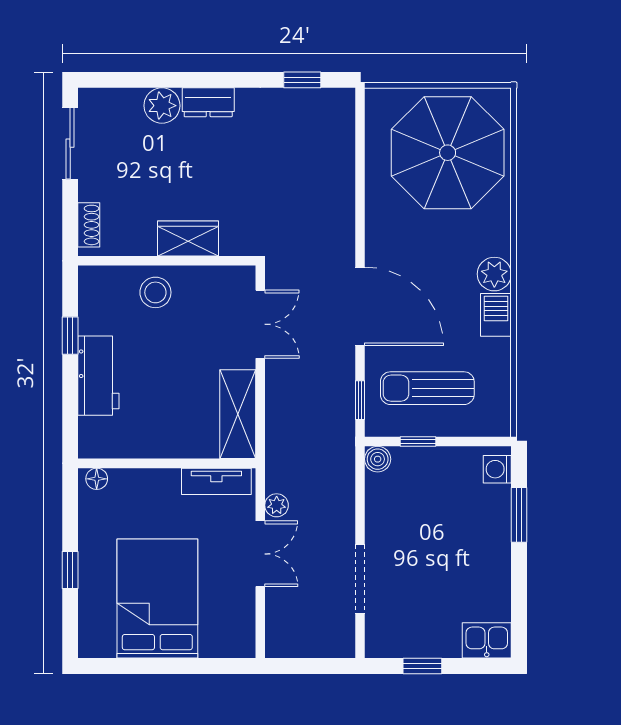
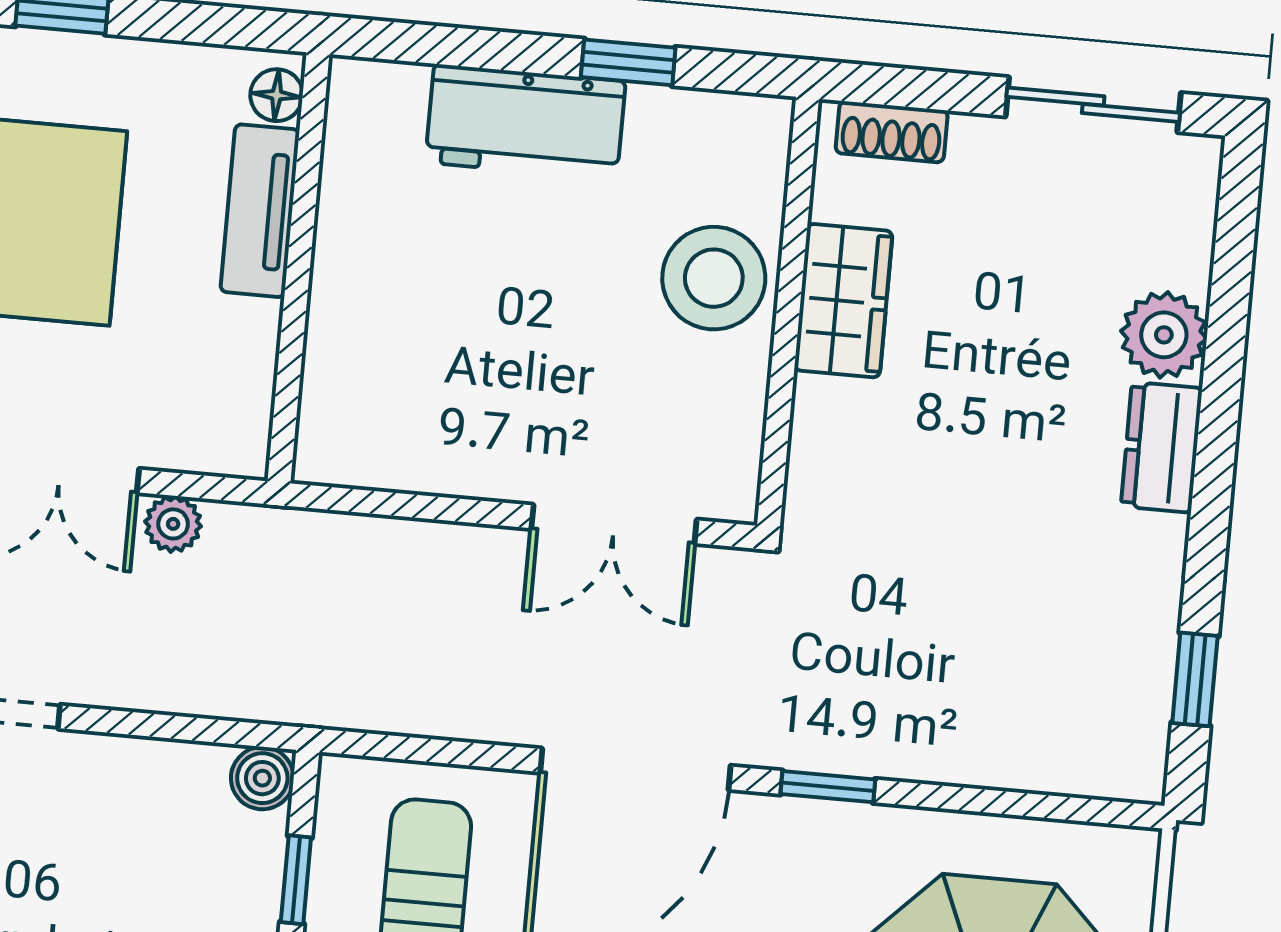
wardrobe: (188, 238) -> (843, 301), moved
stool: (155, 292) -> (714, 278), width x1.38, depth x1.38
window: (360, 400) -> (828, 787), moved
shelving: (238, 414) -> (402, 450), removed
tv unit: (216, 481) -> (260, 211), moved

